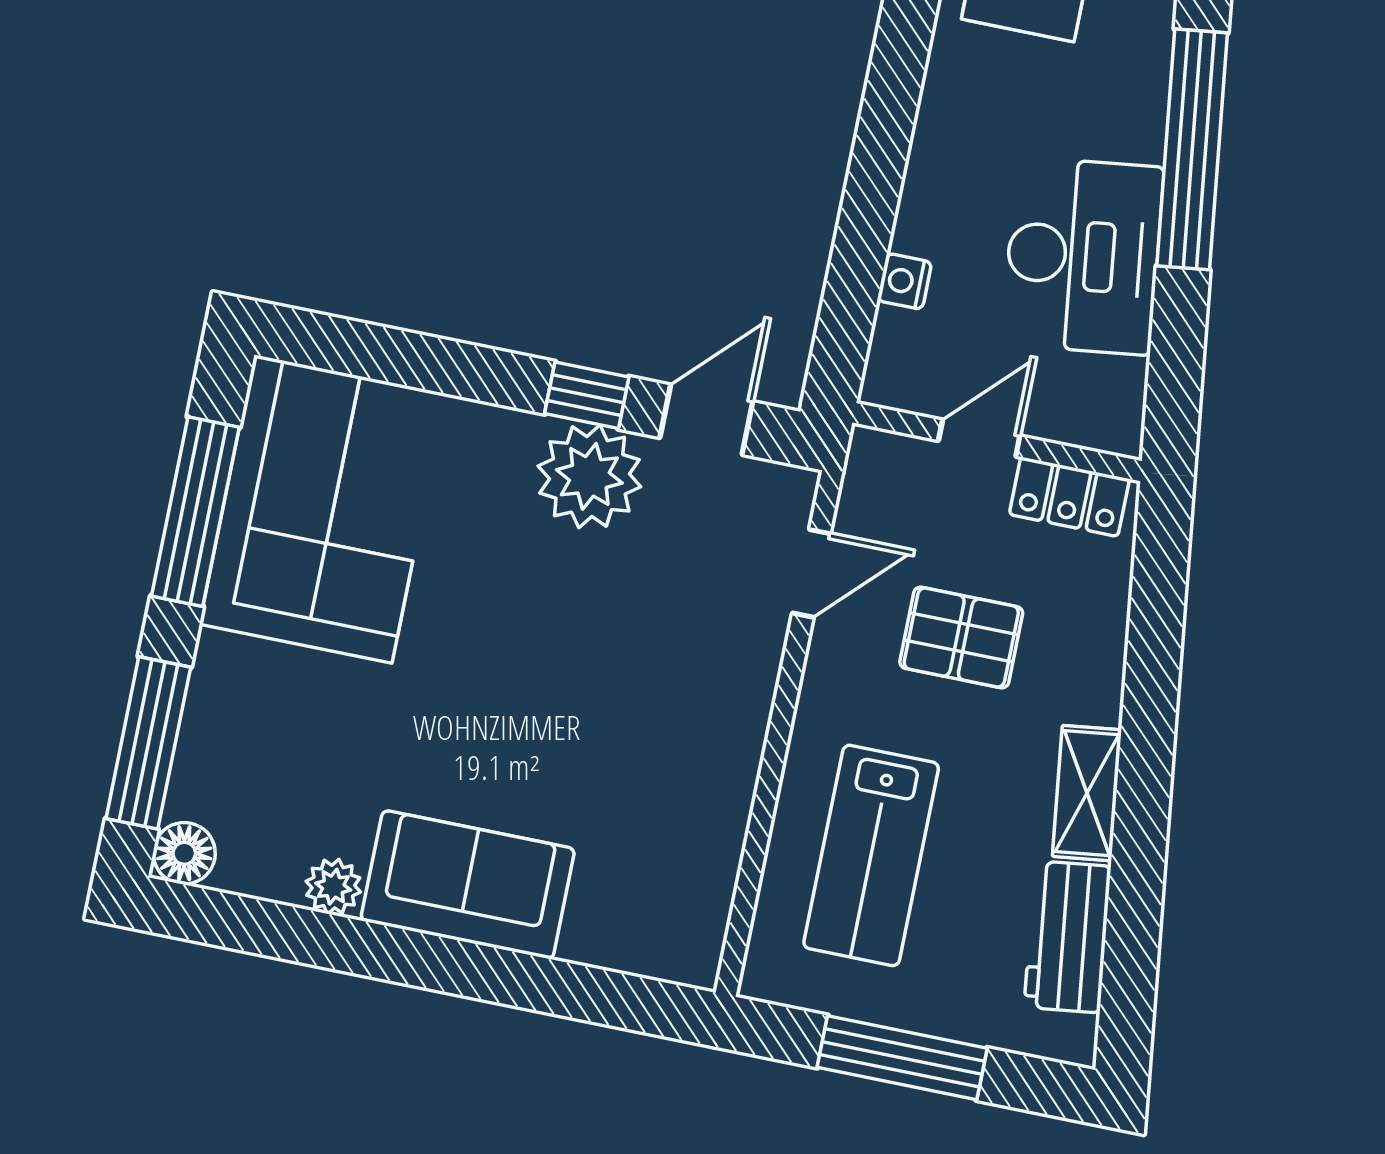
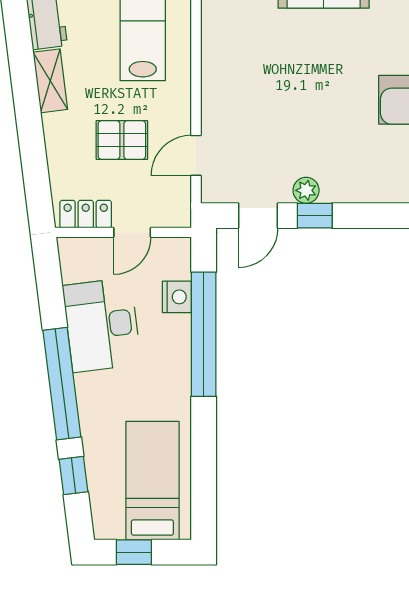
window: (872, 192) -> (204, 334), added
nightstand: (904, 281) -> (177, 297), width x1.39, depth x1.35
plant: (589, 476) -> (306, 190), width x0.53, depth x0.53

